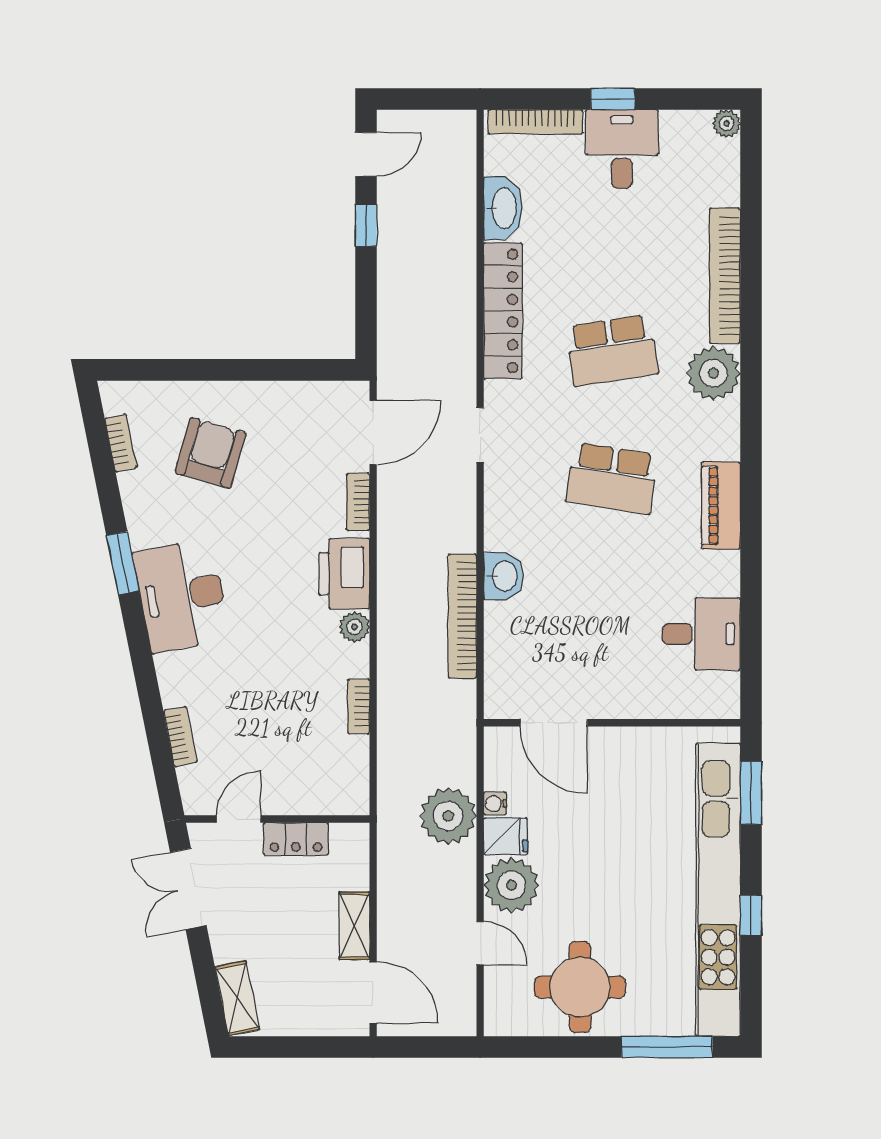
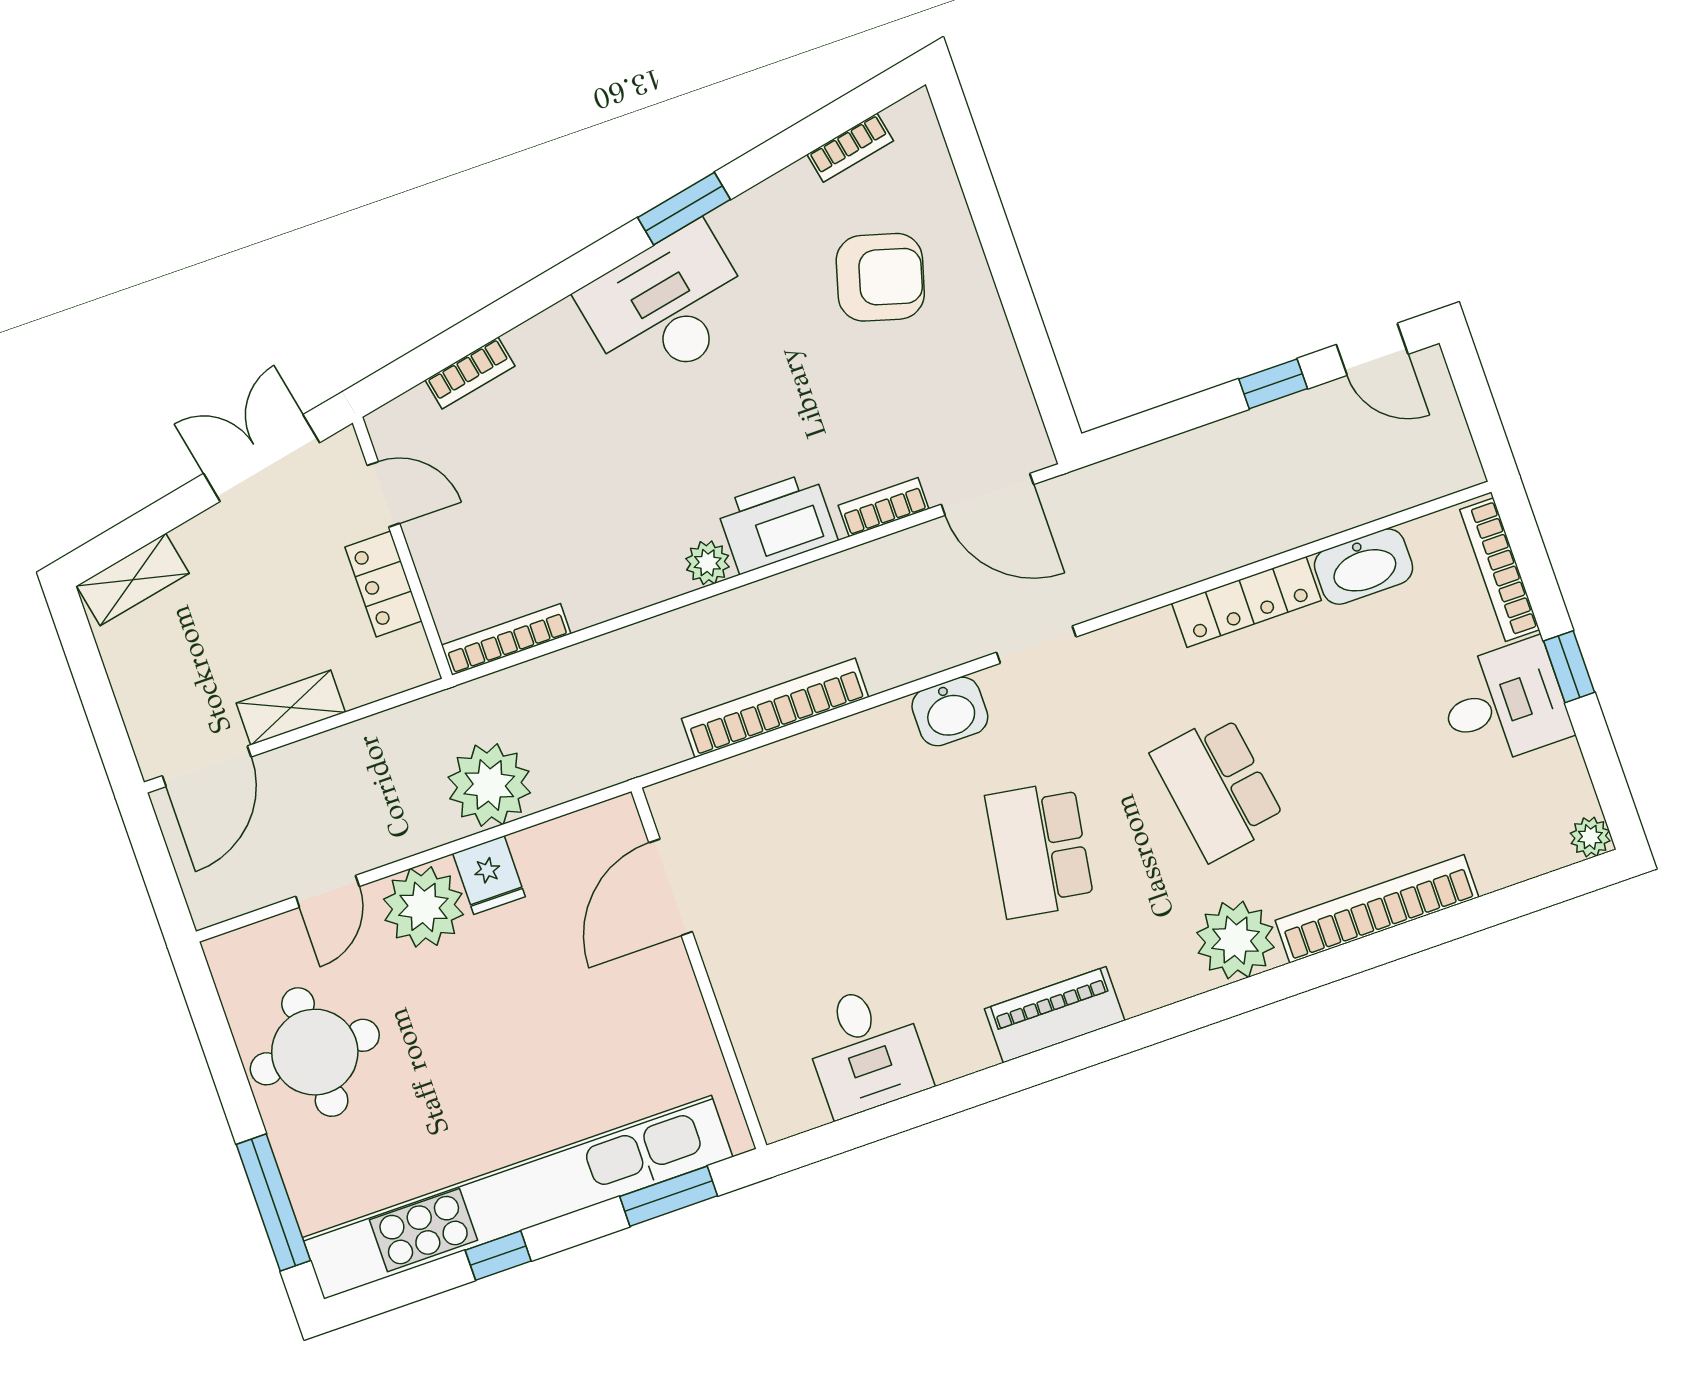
locker: (503, 311) -> (1246, 602), width x0.71, depth x0.83
washbasin: (504, 576) -> (950, 711), moved
bookcase: (359, 706) -> (506, 639), moved, width x1.56
water cooler: (495, 804) -> (530, 845), removed

